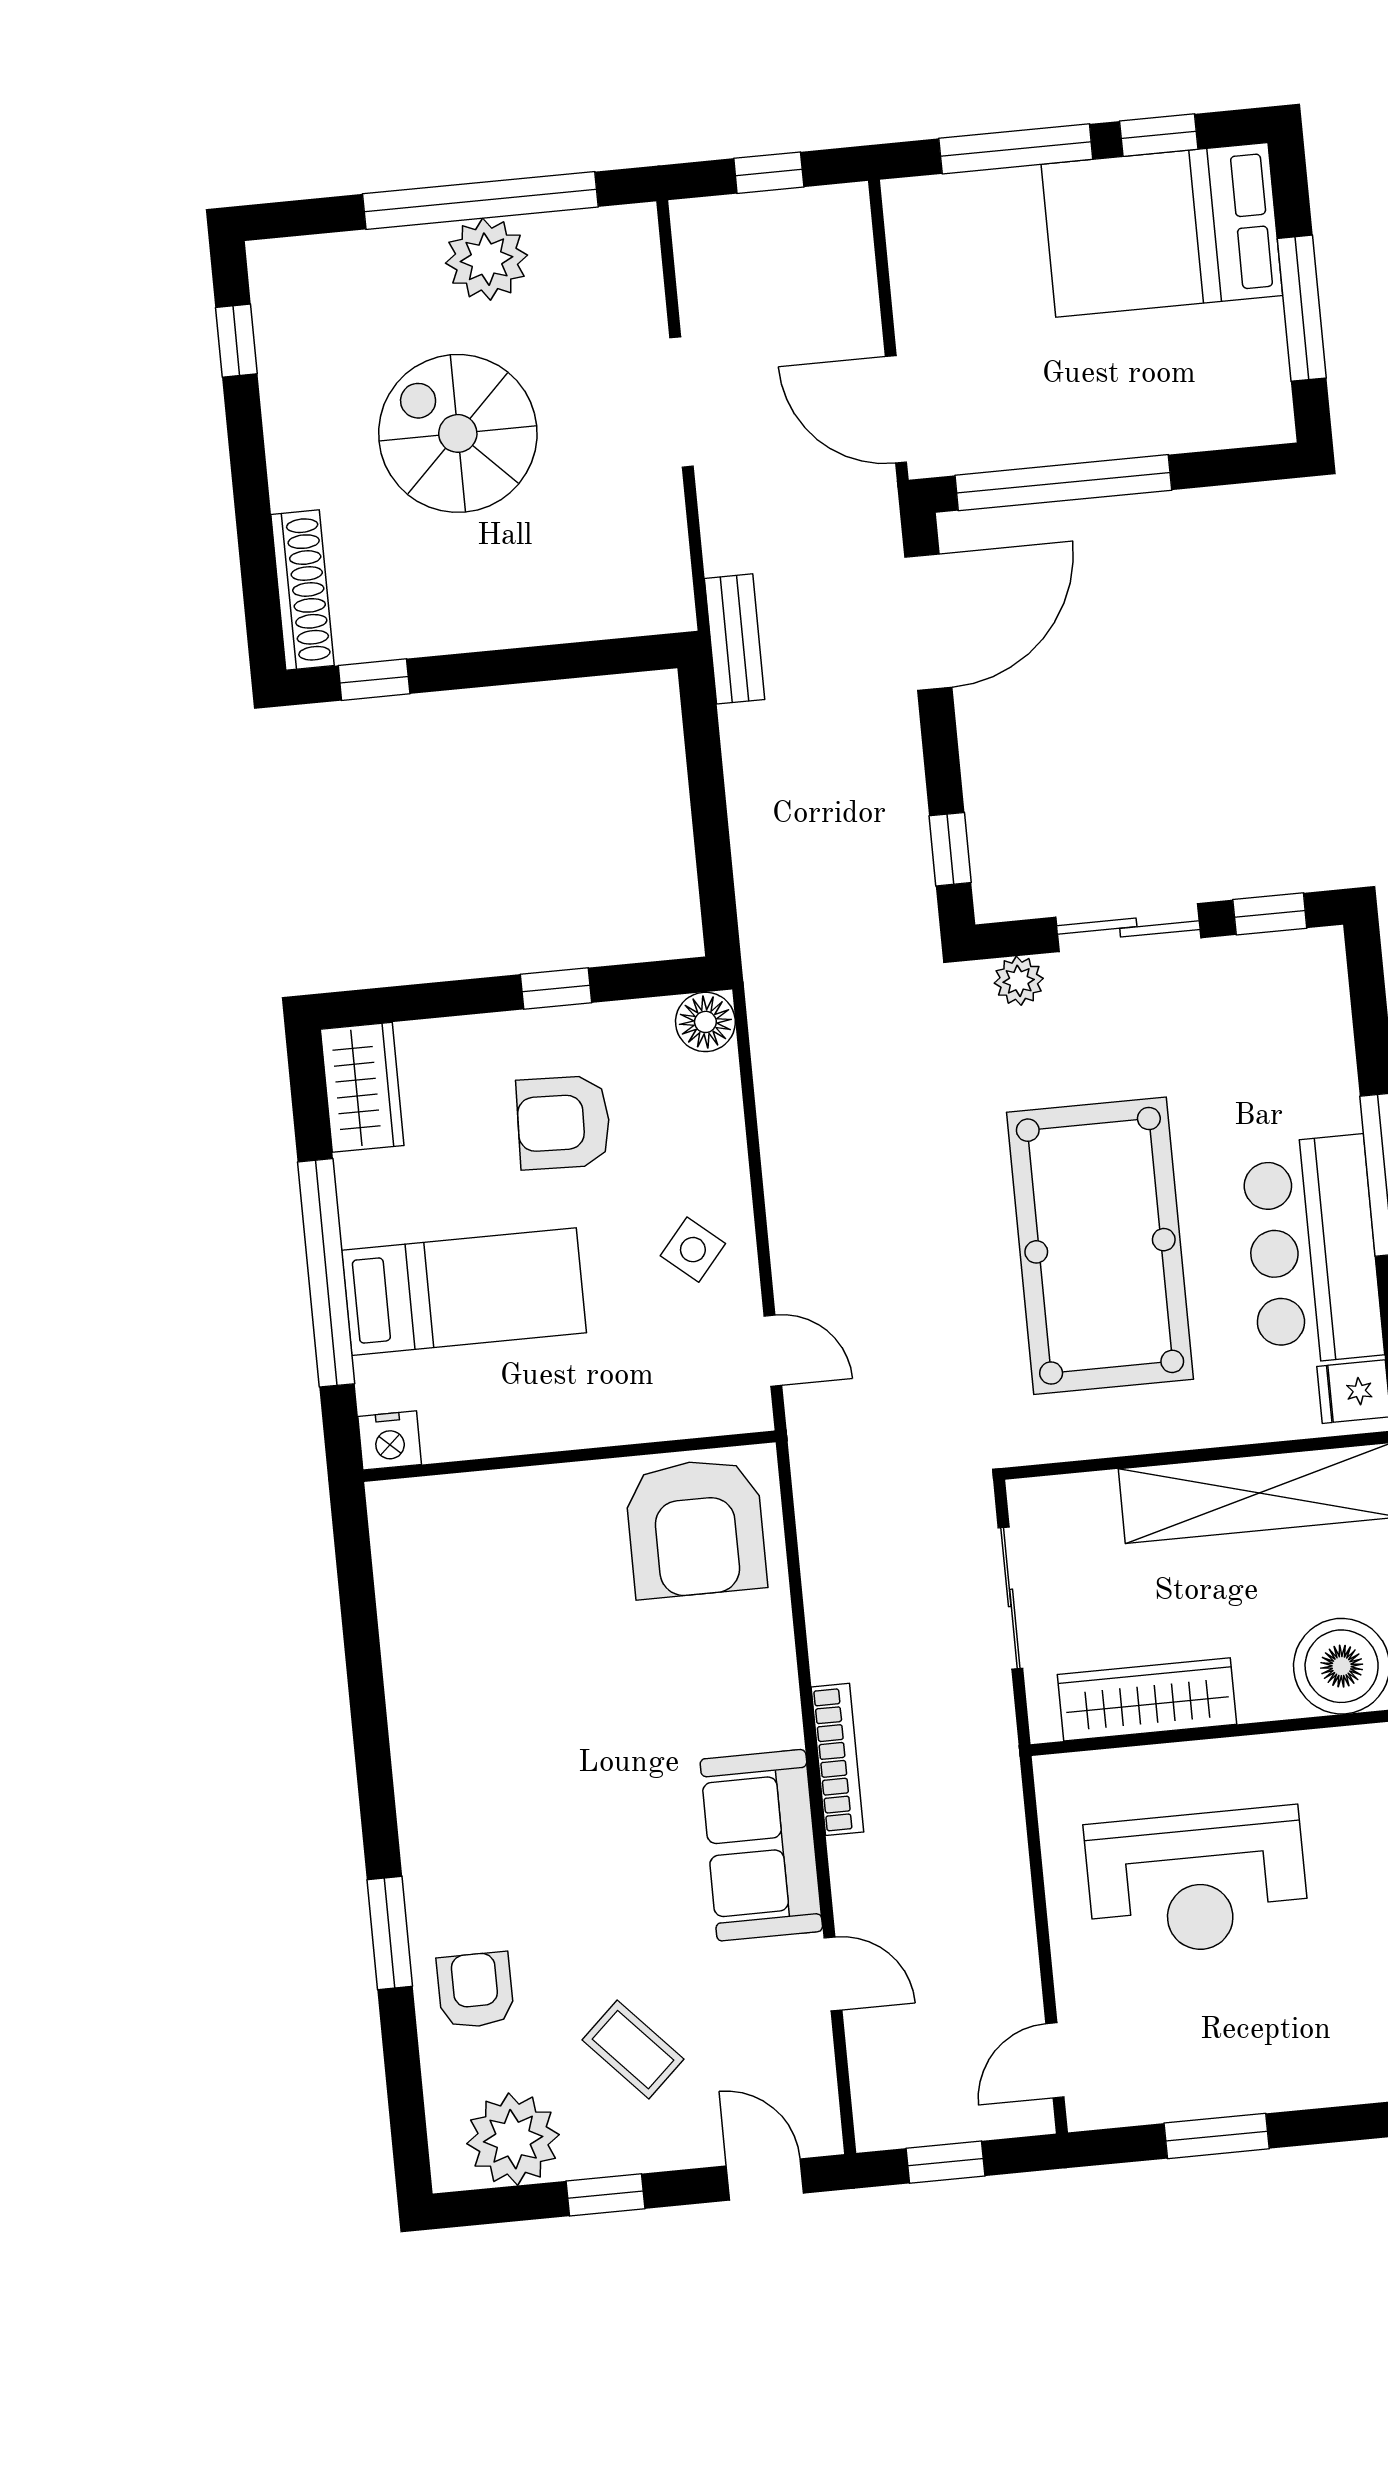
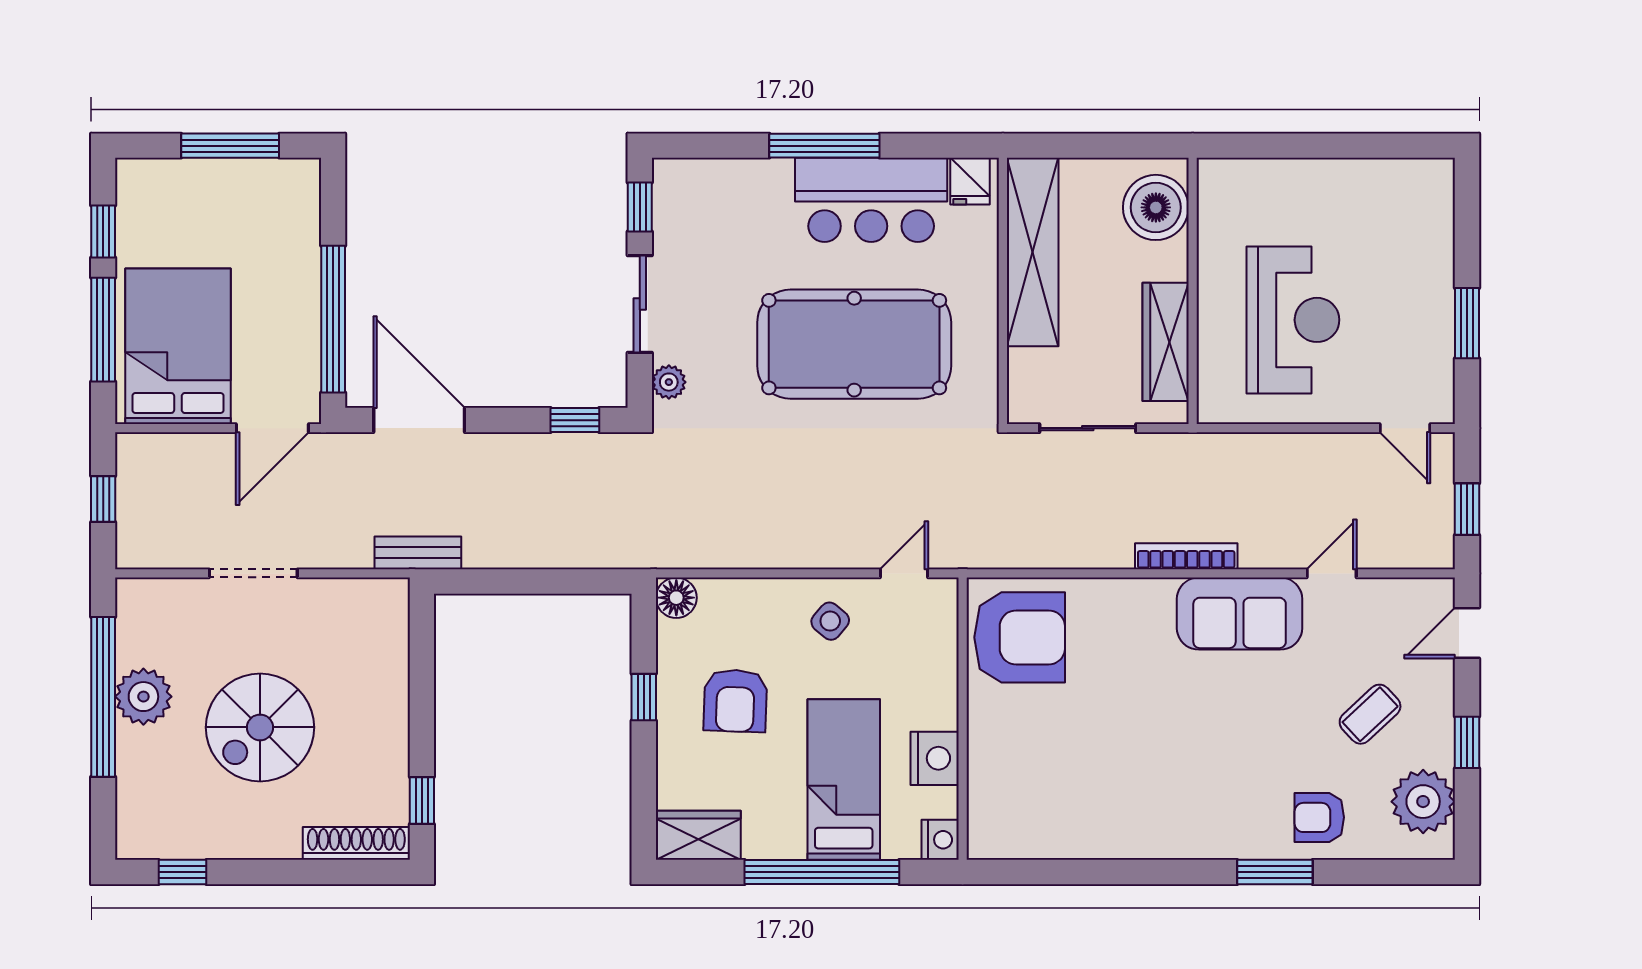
bed: (1162, 230) -> (178, 346), moved, turned 180
nightstand: (508, 1421) -> (935, 758), added

